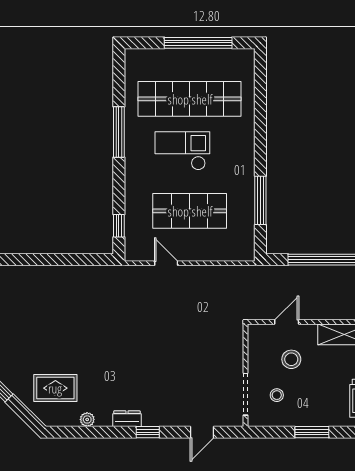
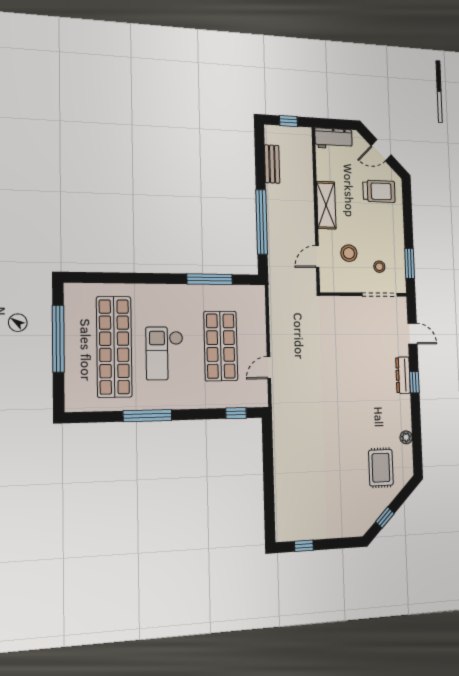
door: (287, 322) -> (317, 257), hinge flipped
dresser: (127, 419) -> (403, 375), moved, width x1.44
window: (312, 432) -> (410, 263), moved

